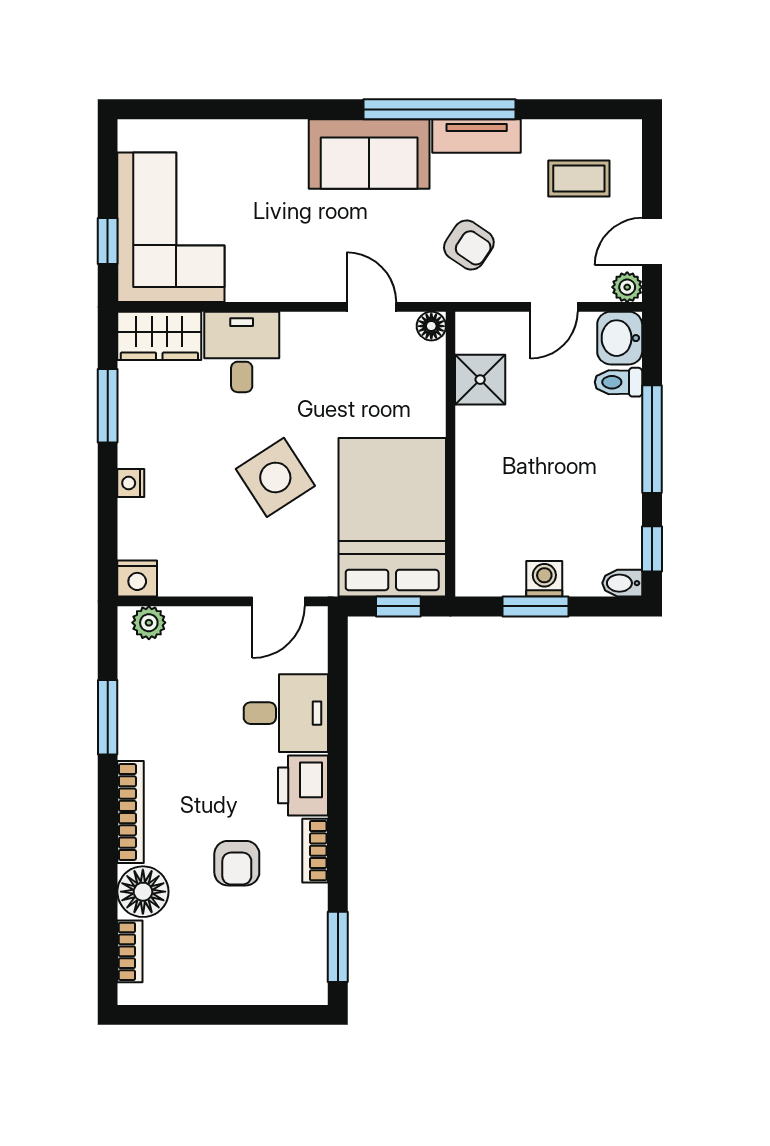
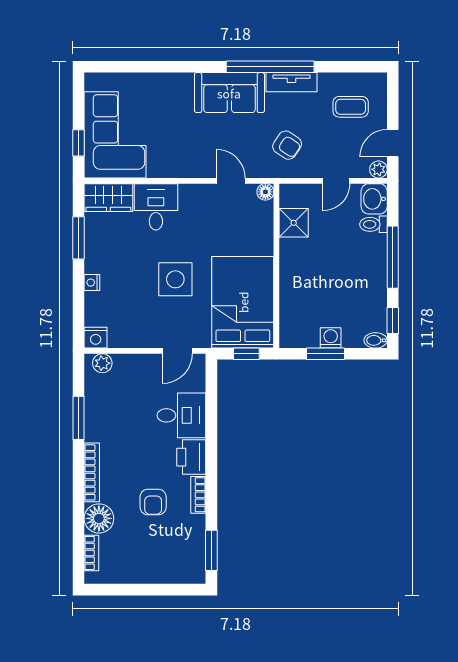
side table: (275, 477) -> (175, 279), turned 33

